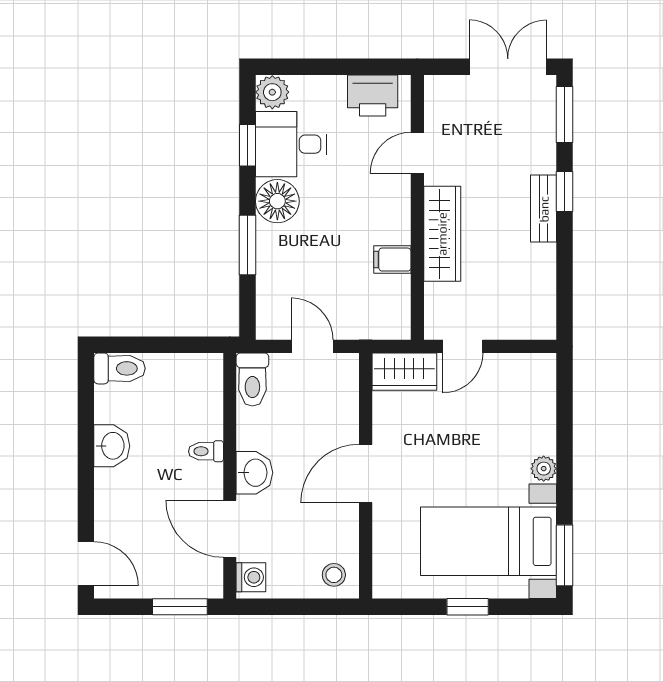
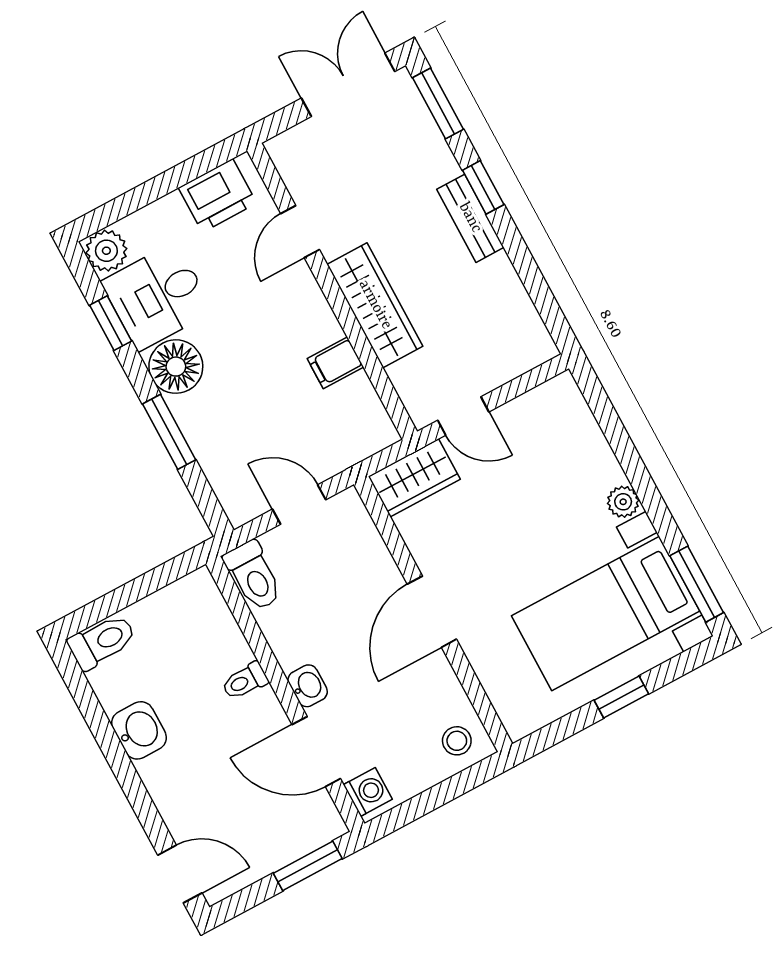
door: (463, 346) -> (463, 416), hinge flipped
washbasin: (254, 473) -> (308, 686), width x0.72, depth x0.69

